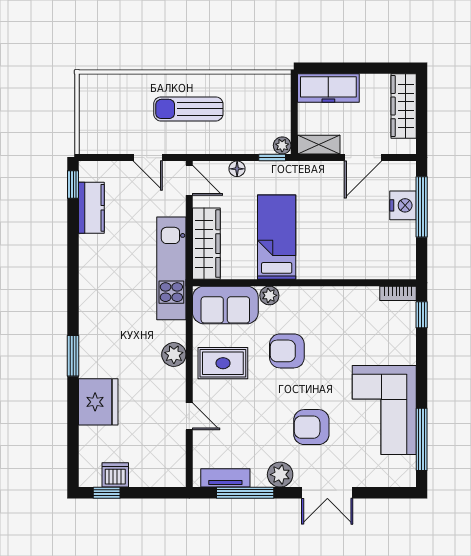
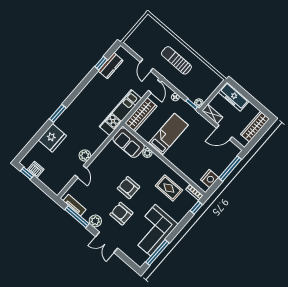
window: (73, 185) -> (101, 63), moved
nightstand: (403, 205) -> (210, 179), moved
armchair: (287, 351) -> (128, 188), moved
plant: (174, 355) -> (85, 156), moved
rug: (223, 363) -> (169, 188), moved

